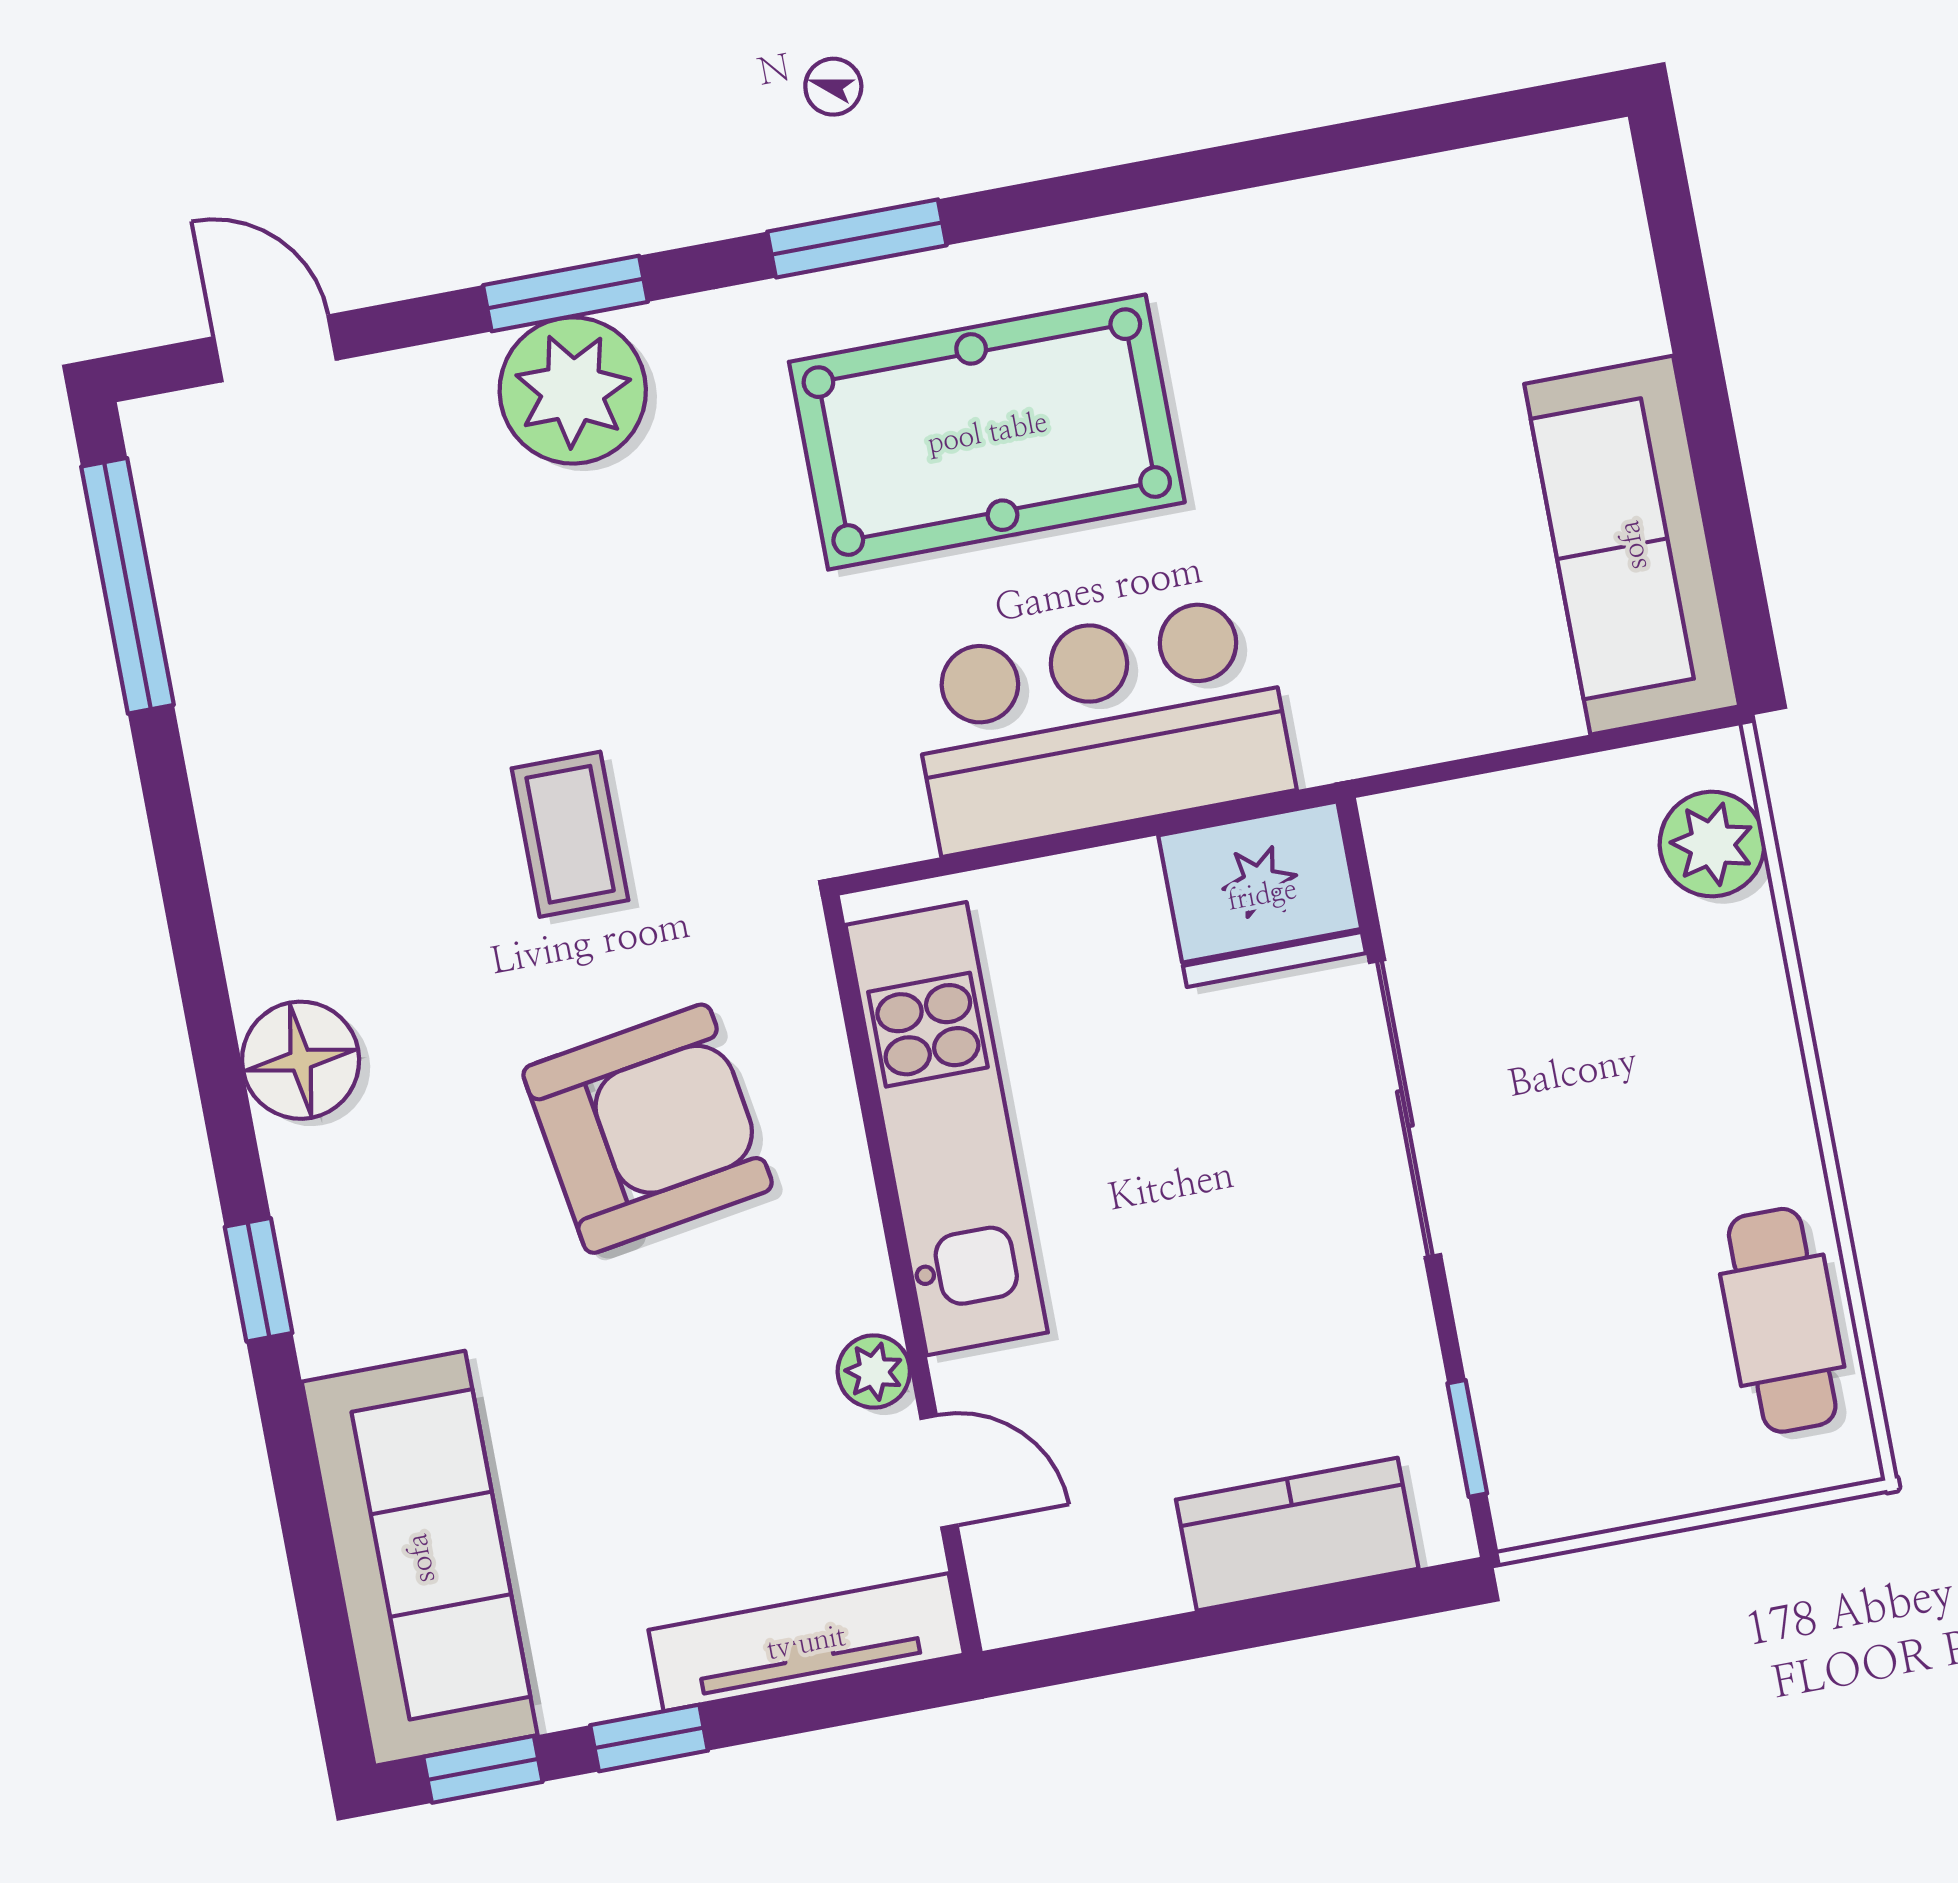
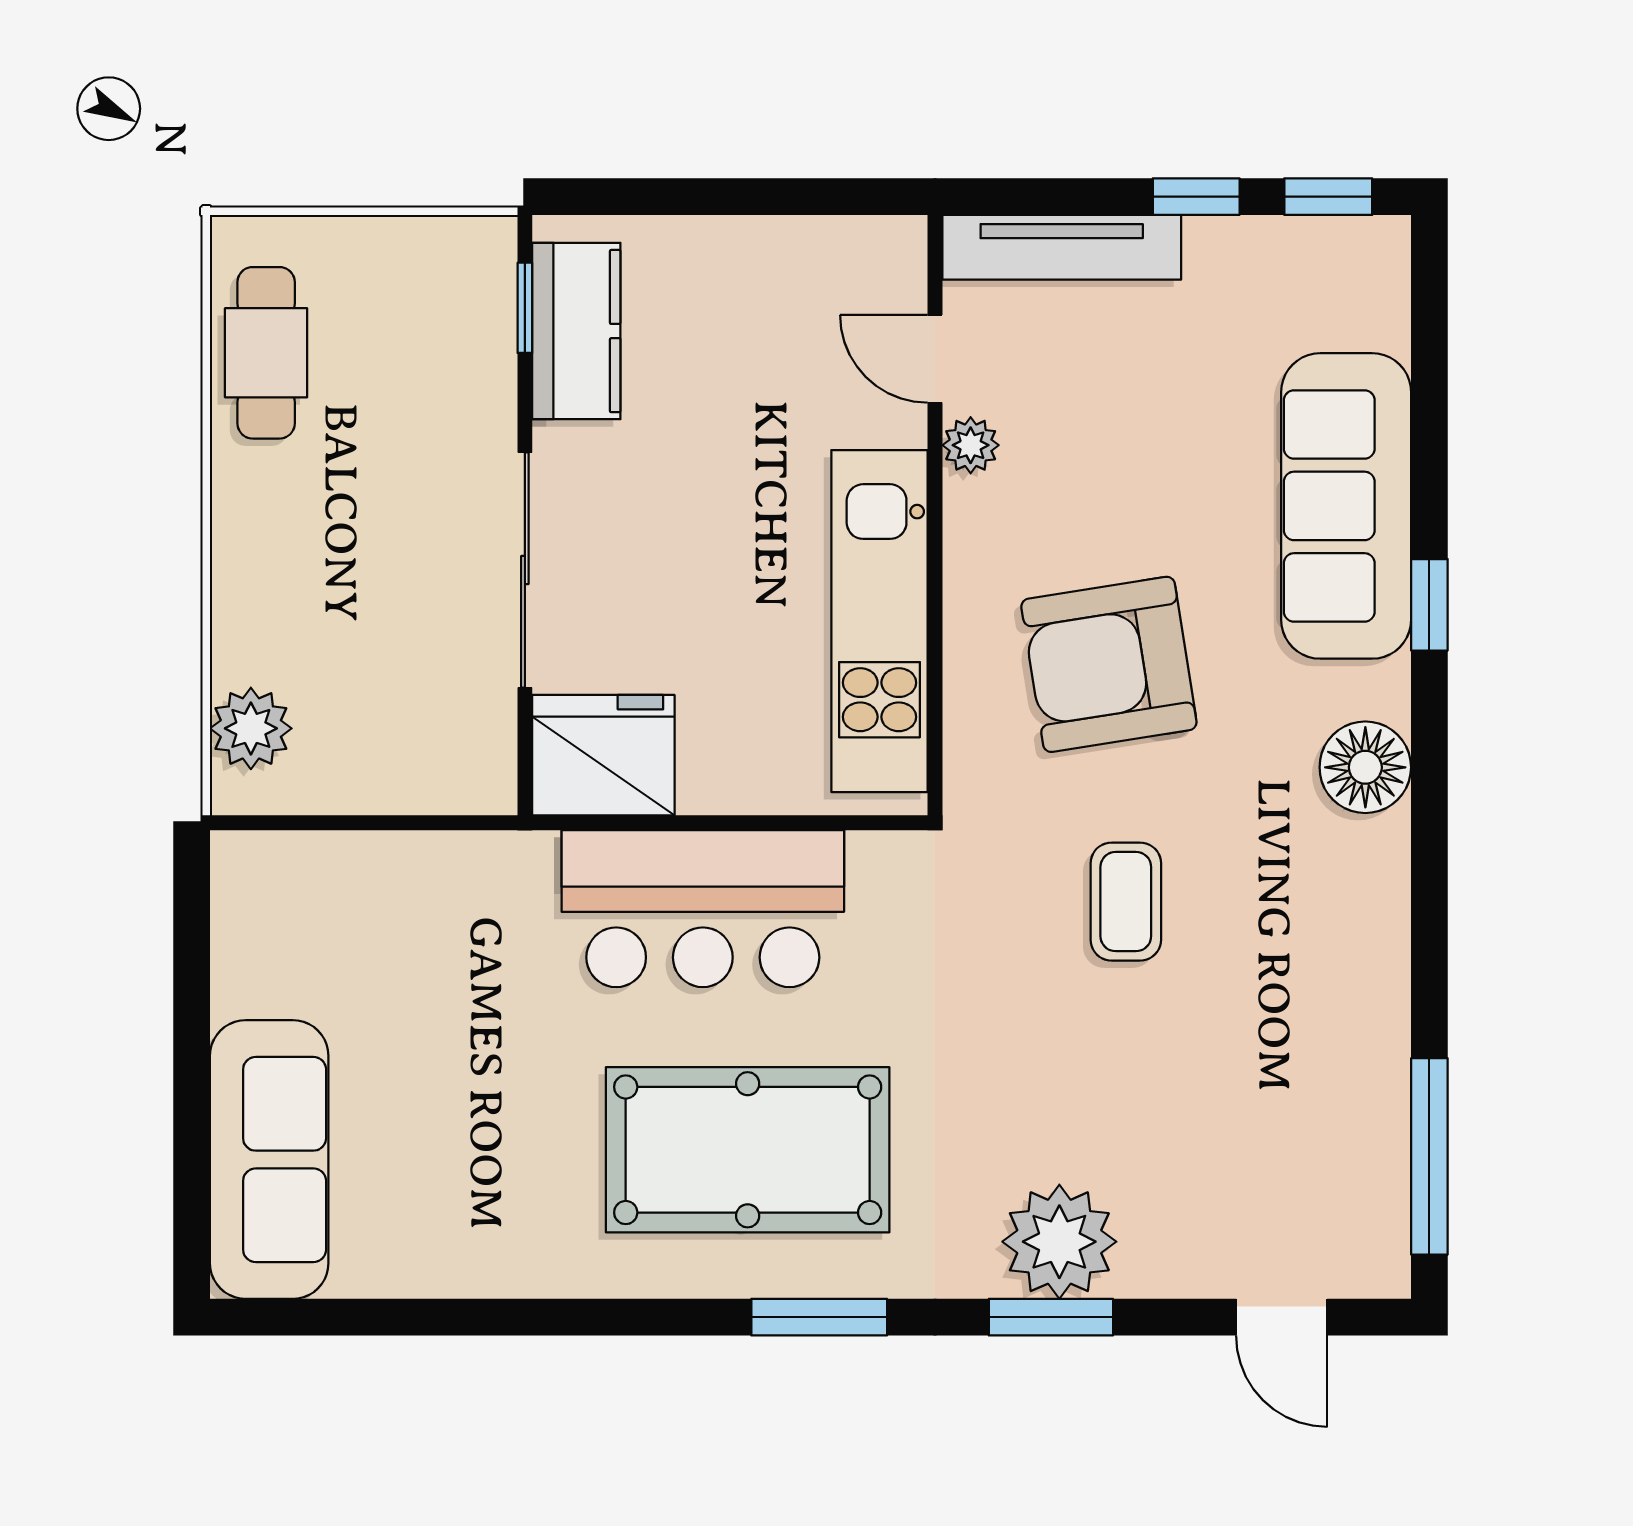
sofa: (1632, 545) -> (269, 1160), moved
kitchen counter: (1297, 1534) -> (576, 331), moved, turned -90
sofa: (420, 1558) -> (1346, 506), moved

